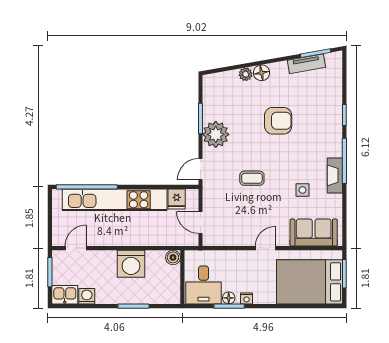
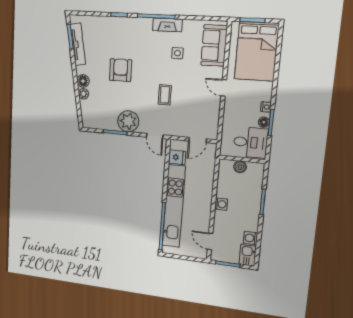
tv unit: (306, 64) -> (78, 44), width x1.41
boiler: (173, 257) -> (240, 167), moved
washing machine: (131, 264) -> (221, 204), width x0.53, depth x0.53

